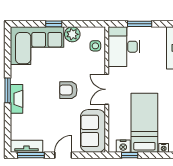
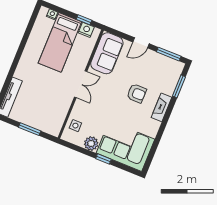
desk: (124, 47) -> (51, 115), removed
window: (8, 90) -> (179, 86), moved
armchair: (68, 90) -> (137, 93), moved
tv unit: (26, 146) -> (169, 63), removed

